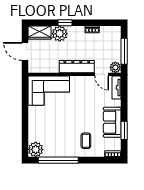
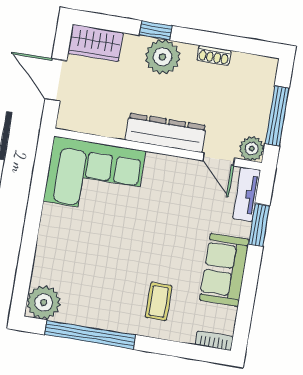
plant: (60, 34) -> (163, 57), moved
window: (124, 130) -> (259, 225), moved

